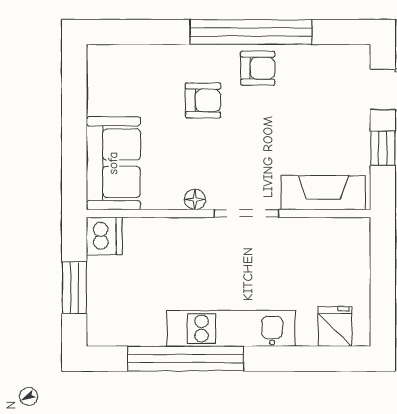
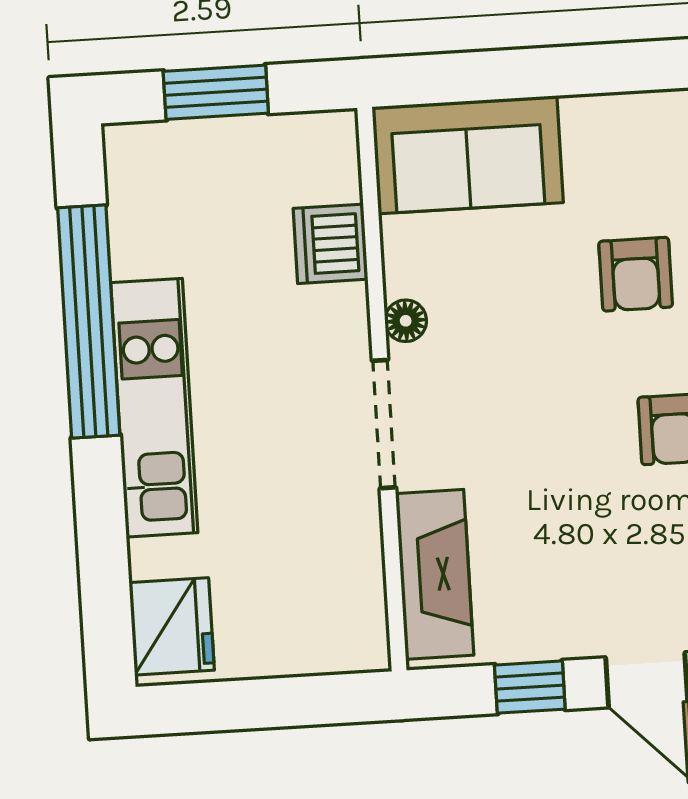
armchair: (203, 100) -> (636, 274), moved
dishwasher: (104, 236) -> (330, 244), moved, turned 90
fridge: (335, 326) -> (172, 626), width x1.38

